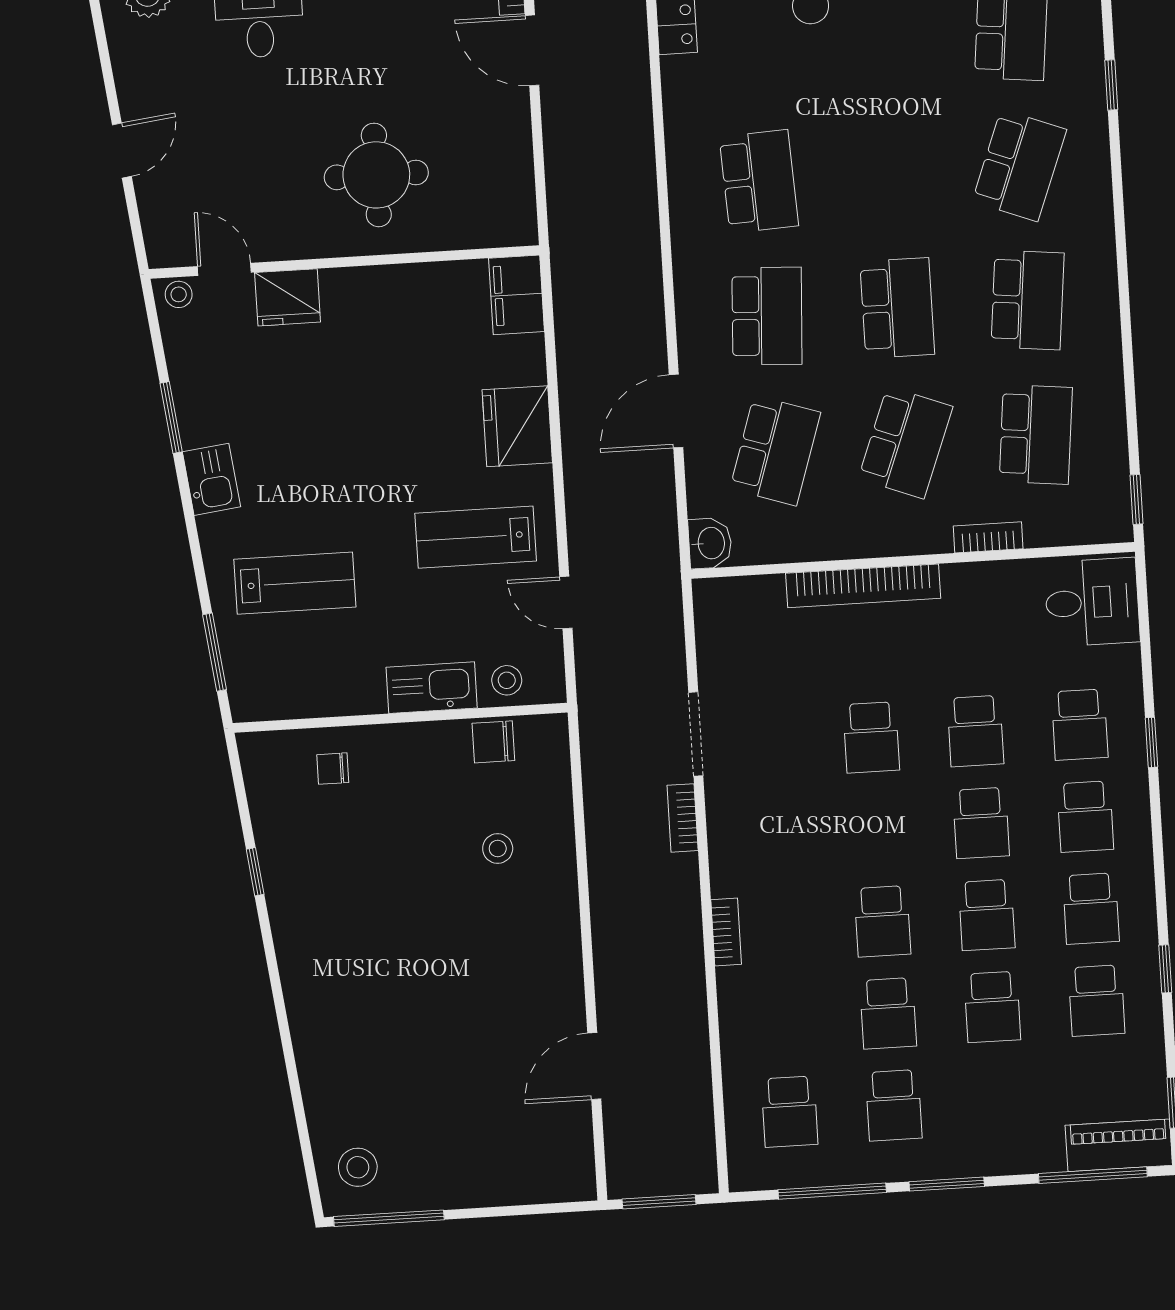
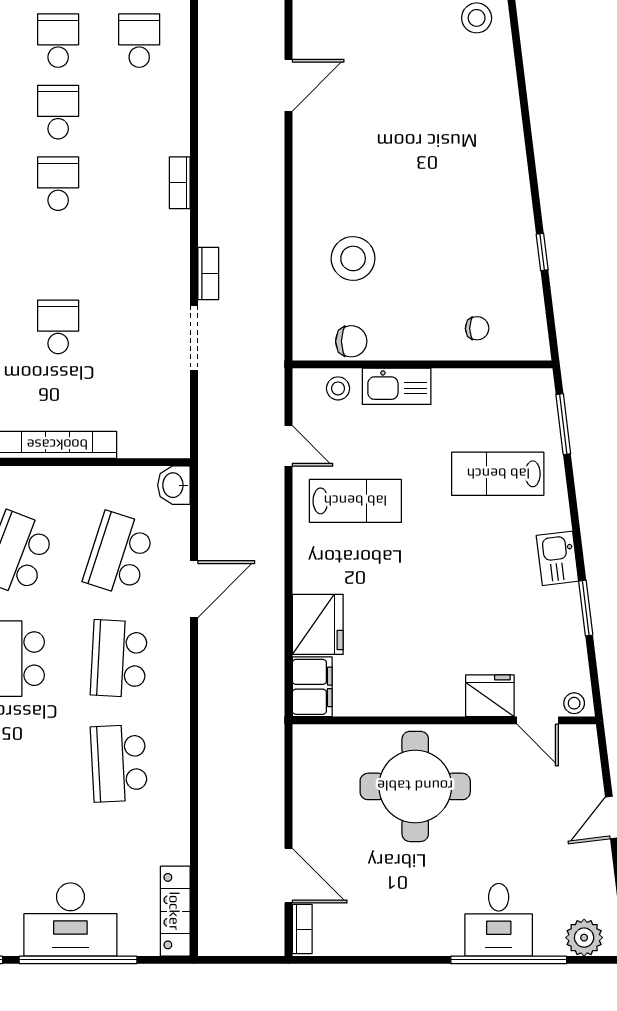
round table: (376, 175) -> (415, 786), width x1.36, depth x1.36
fridge: (517, 426) -> (318, 624), moved
stool: (498, 849) -> (353, 258), width x1.89, depth x1.89

